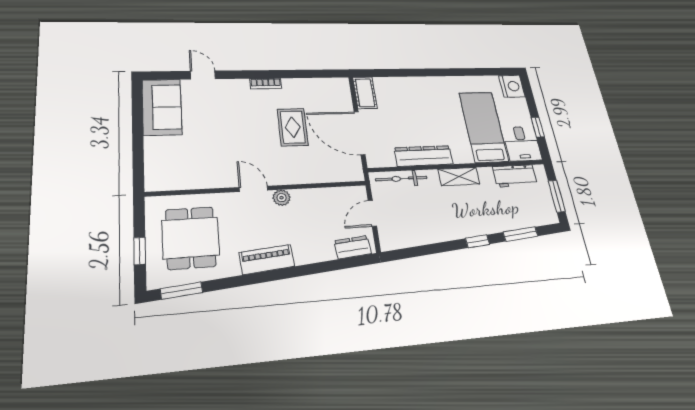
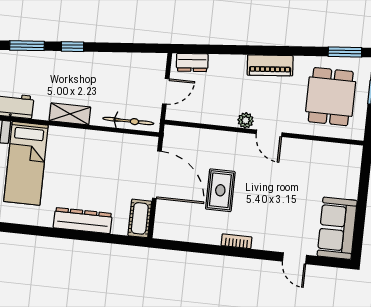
dresser: (424, 156) -> (83, 221), moved, turned 180

